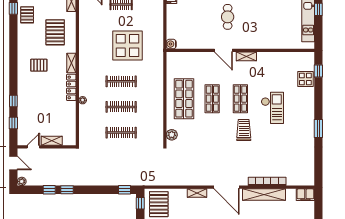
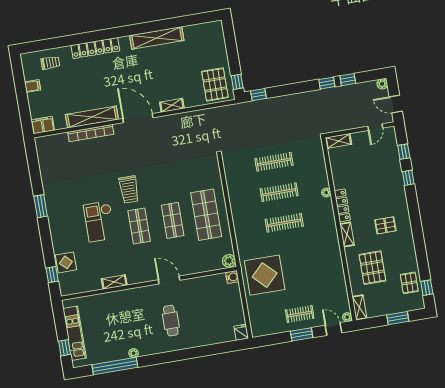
display table: (127, 45) -> (265, 275), moved
shelving: (246, 56) -> (114, 282), moved
plant: (172, 135) -> (229, 261), moved
shelving: (52, 141) -> (338, 141), moved

